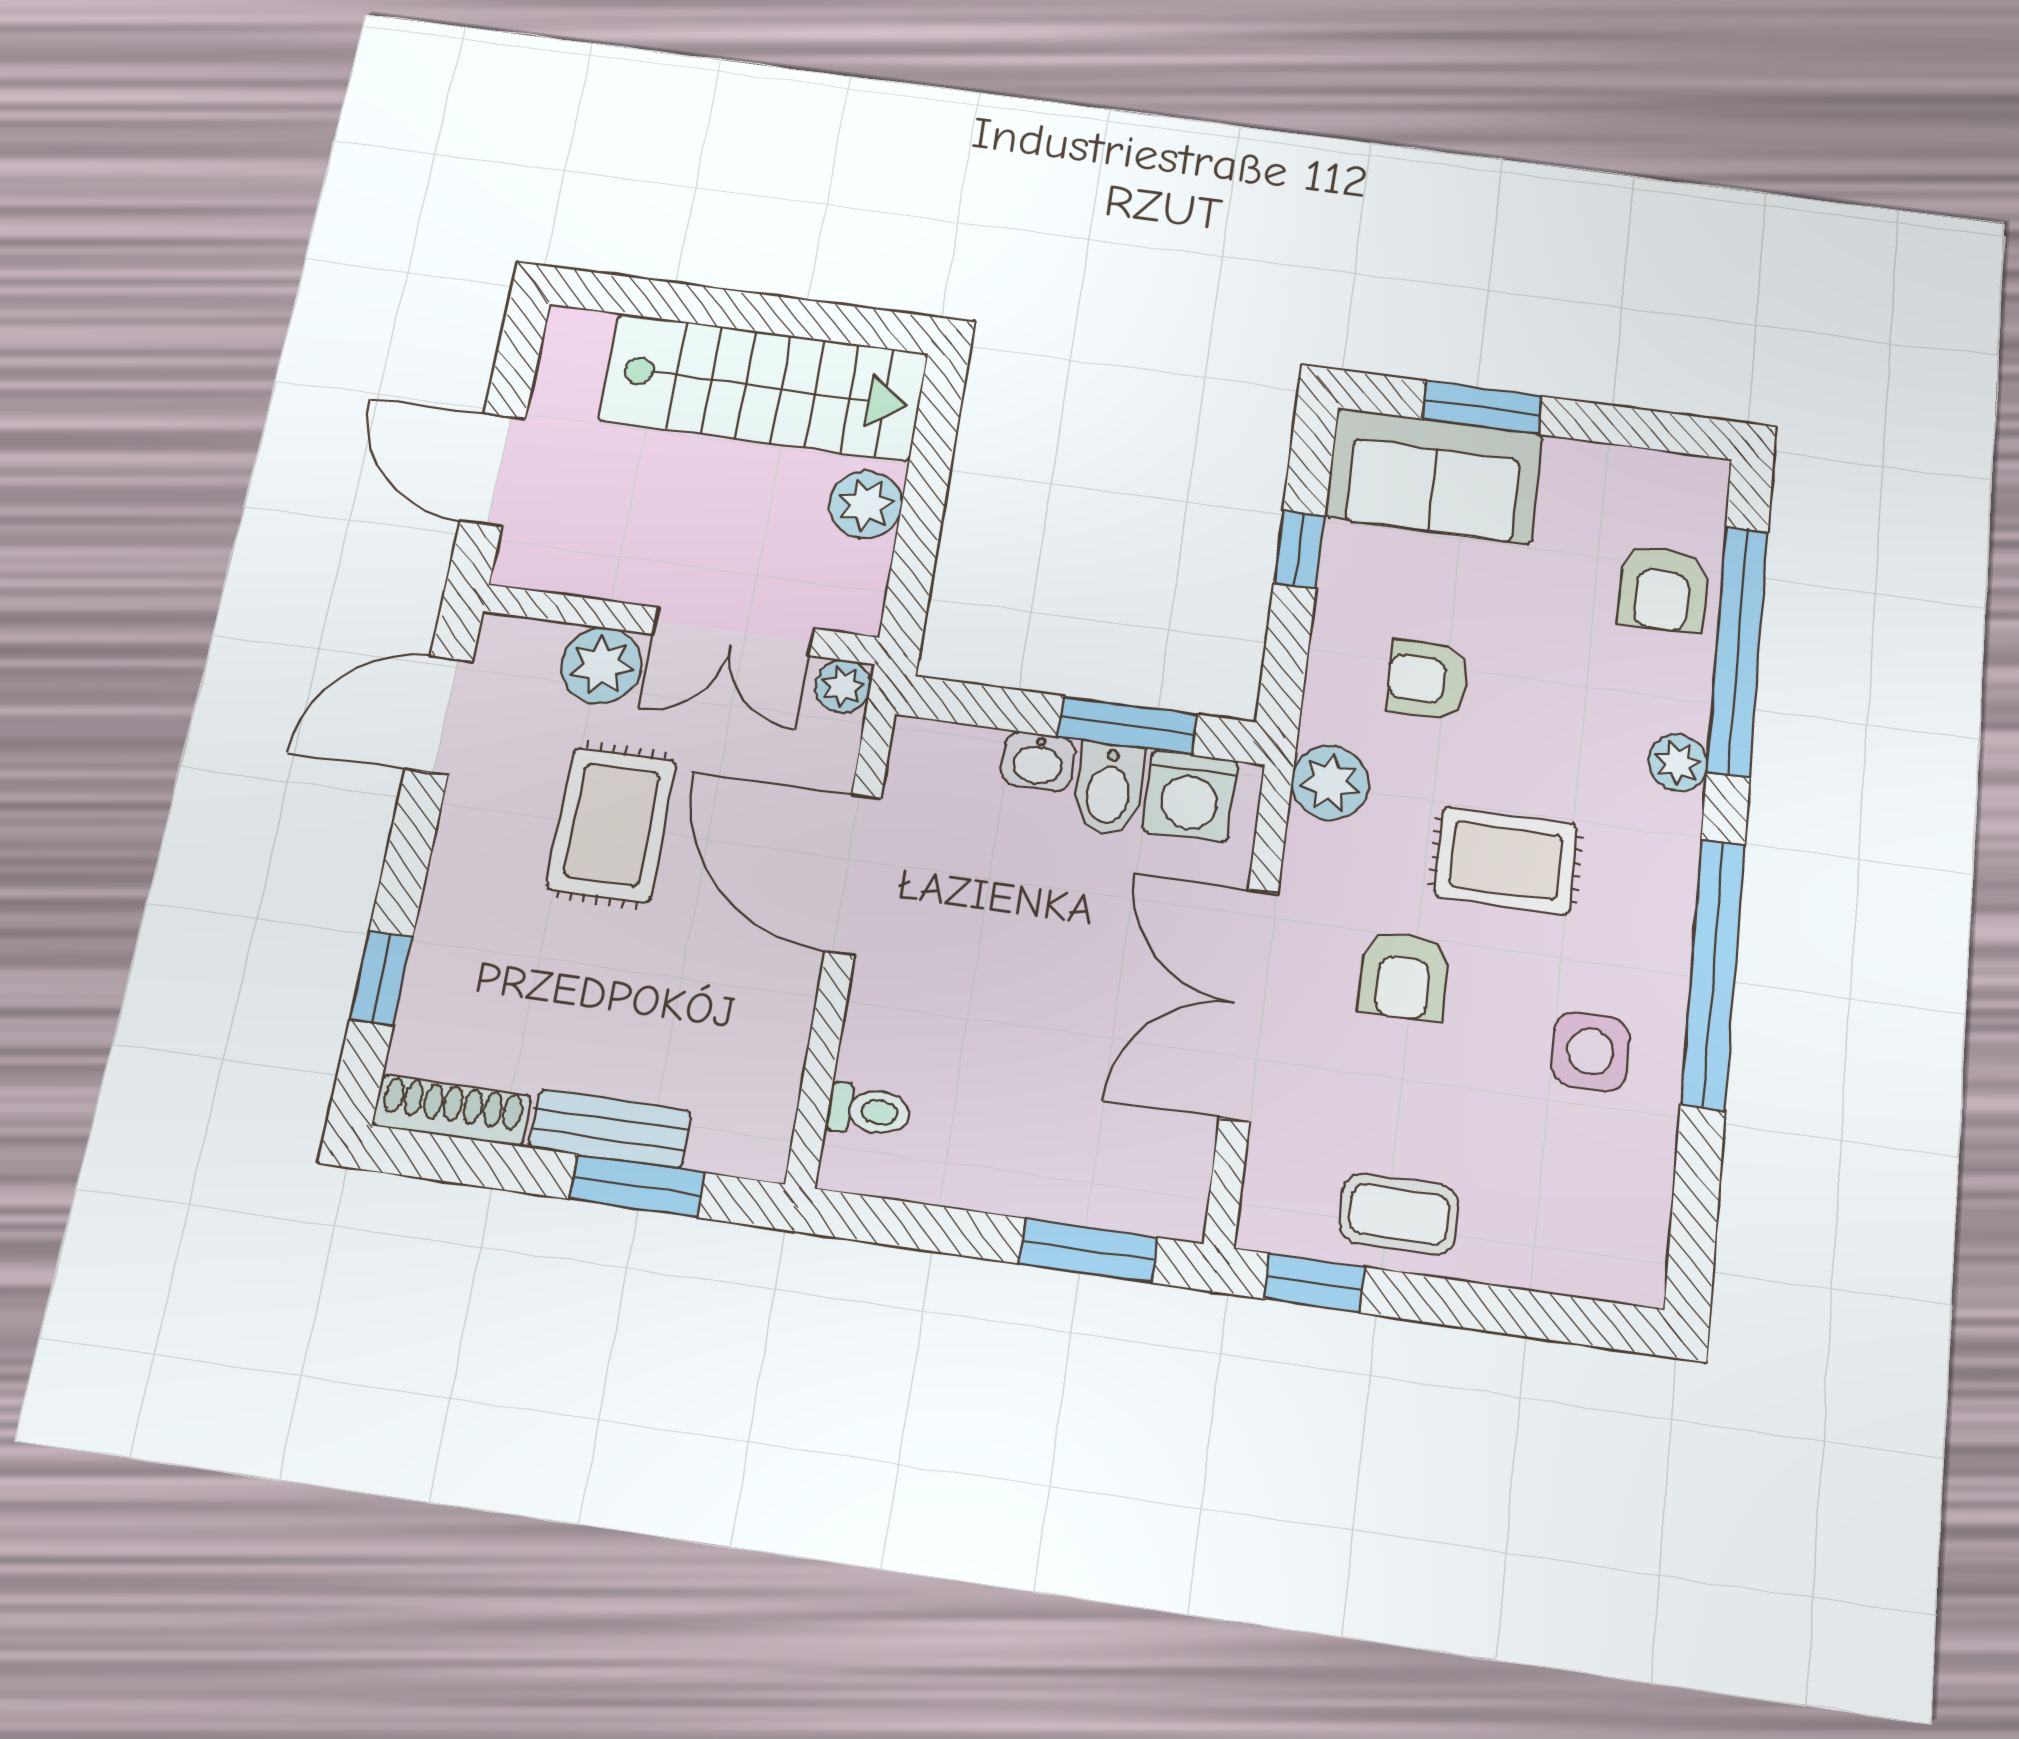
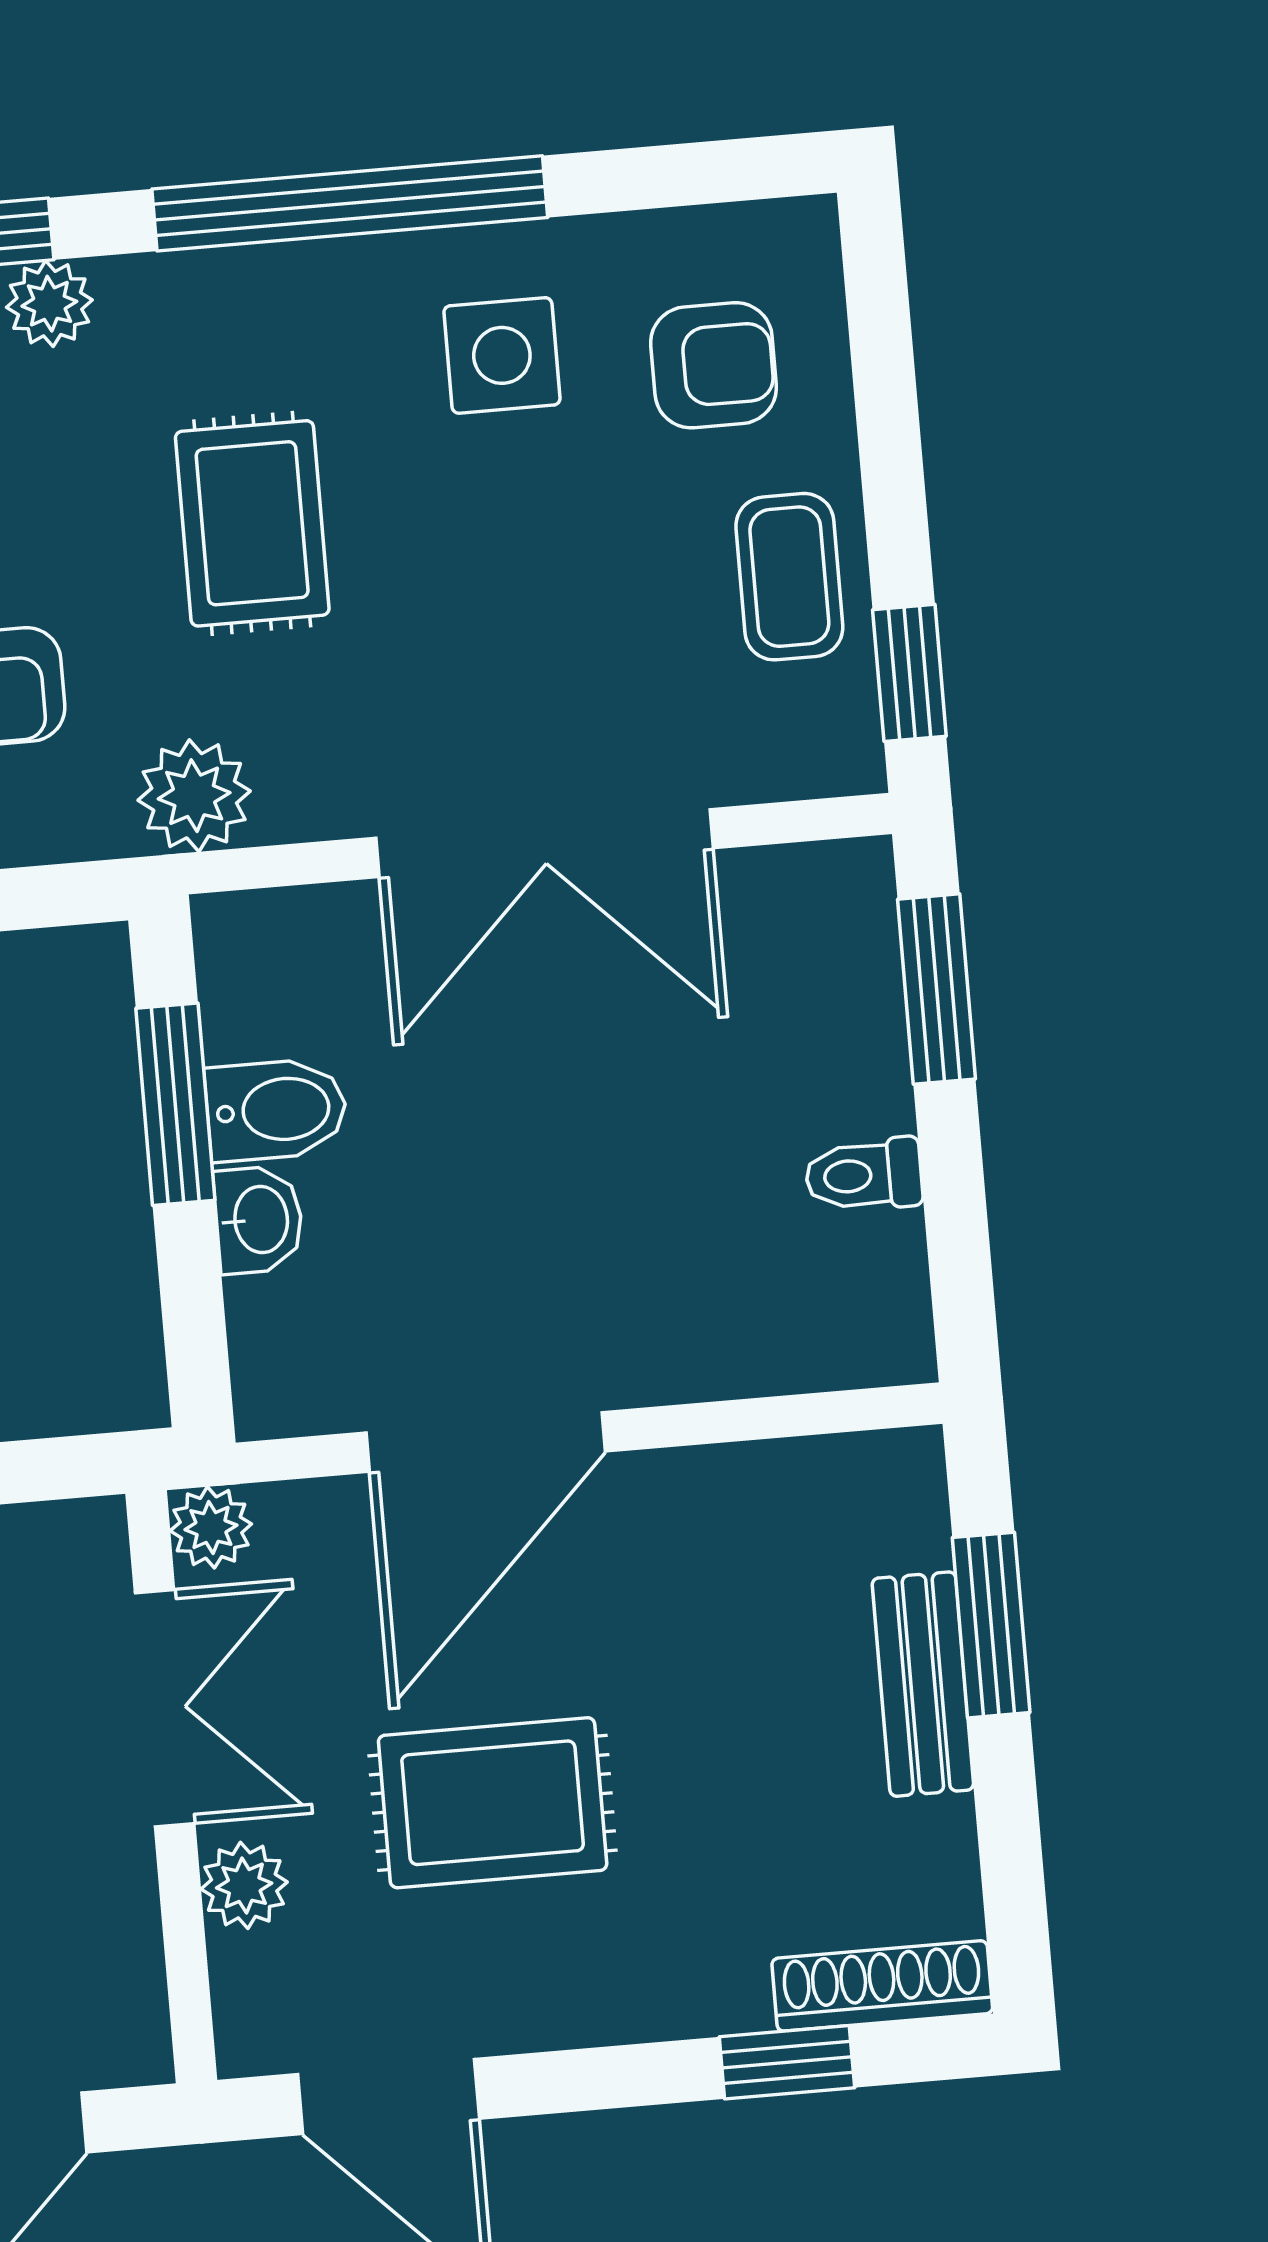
plant: (602, 666) -> (244, 1885), width x0.73, depth x0.73
washing machine: (1190, 796) -> (260, 992), removed
armchair: (1403, 976) -> (714, 365), moved
shoe rack: (452, 1110) -> (882, 1986), moved, turned 90
toilet: (868, 1111) -> (864, 1175), moved, turned -90

